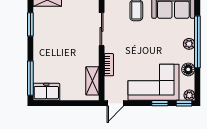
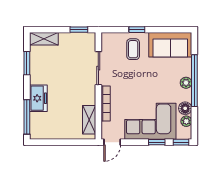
bookcase: (109, 65) -> (106, 104), width x1.56
freezer: (46, 92) -> (38, 98), moved, turned 90
plant: (189, 95) -> (186, 121), moved

